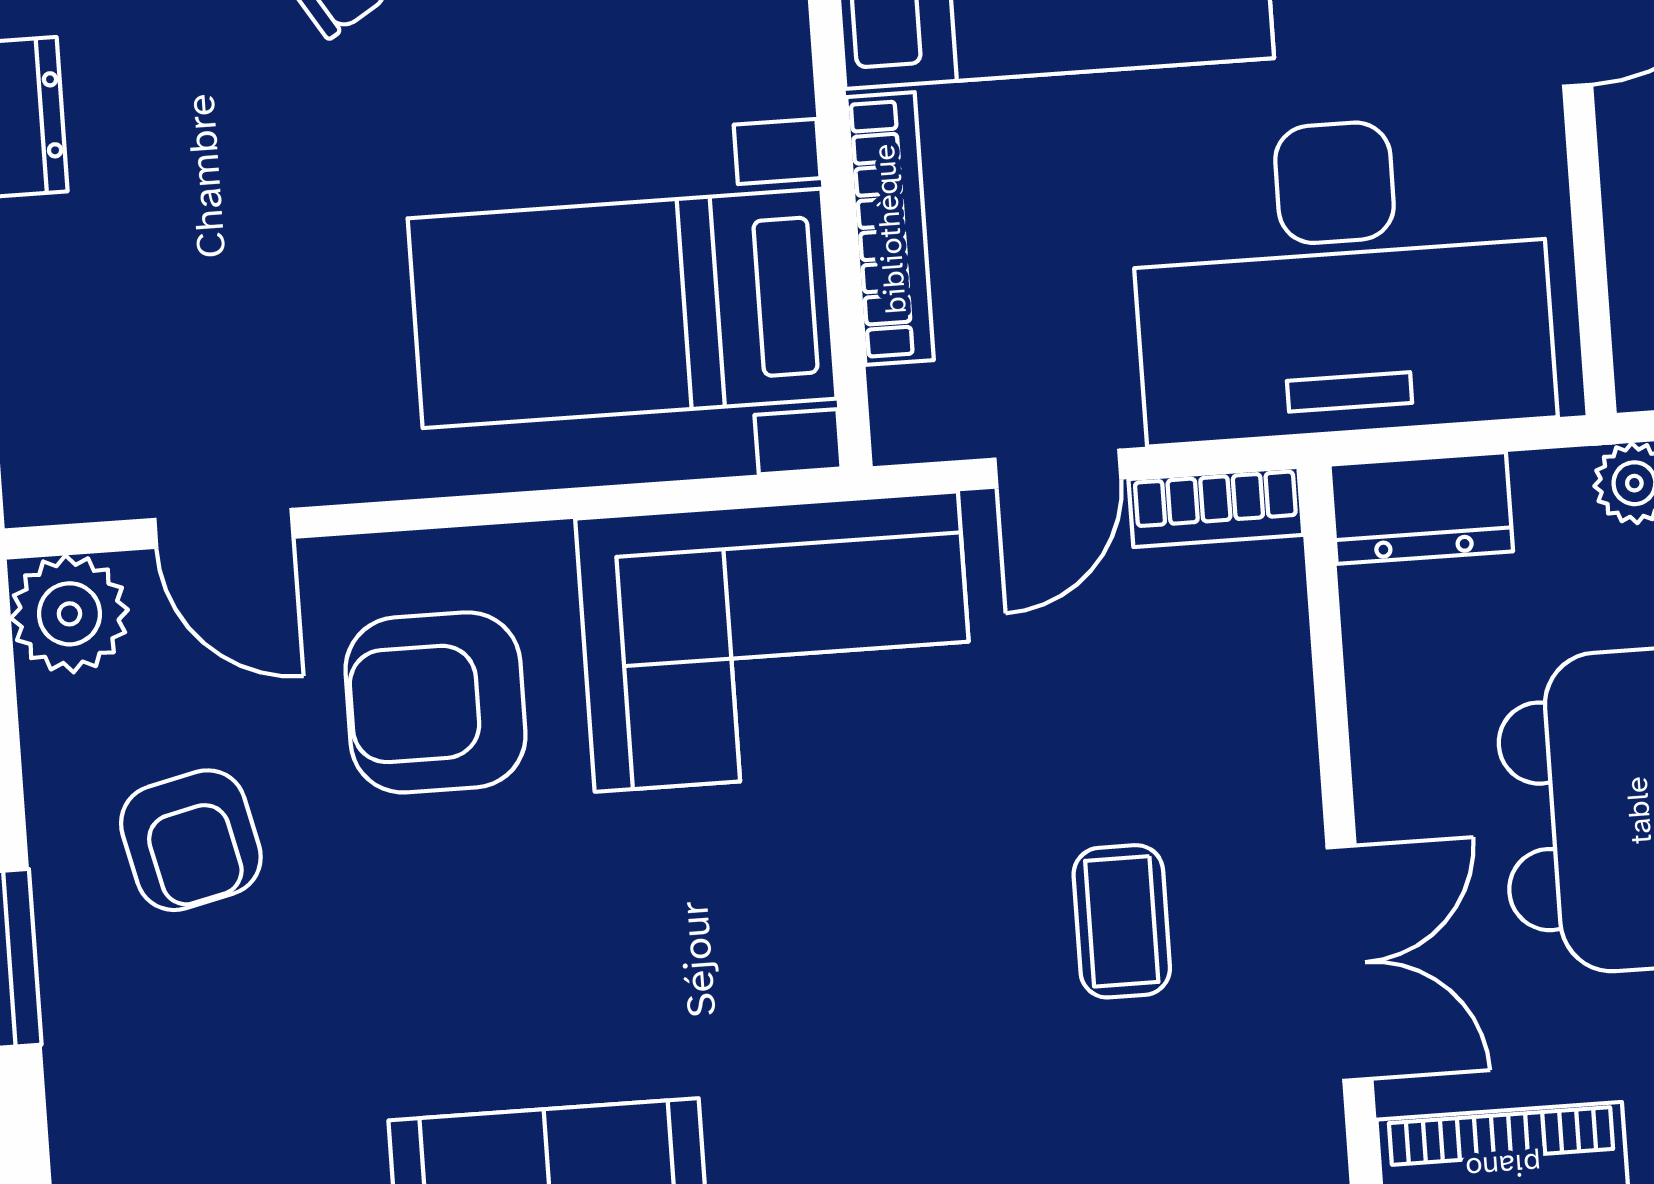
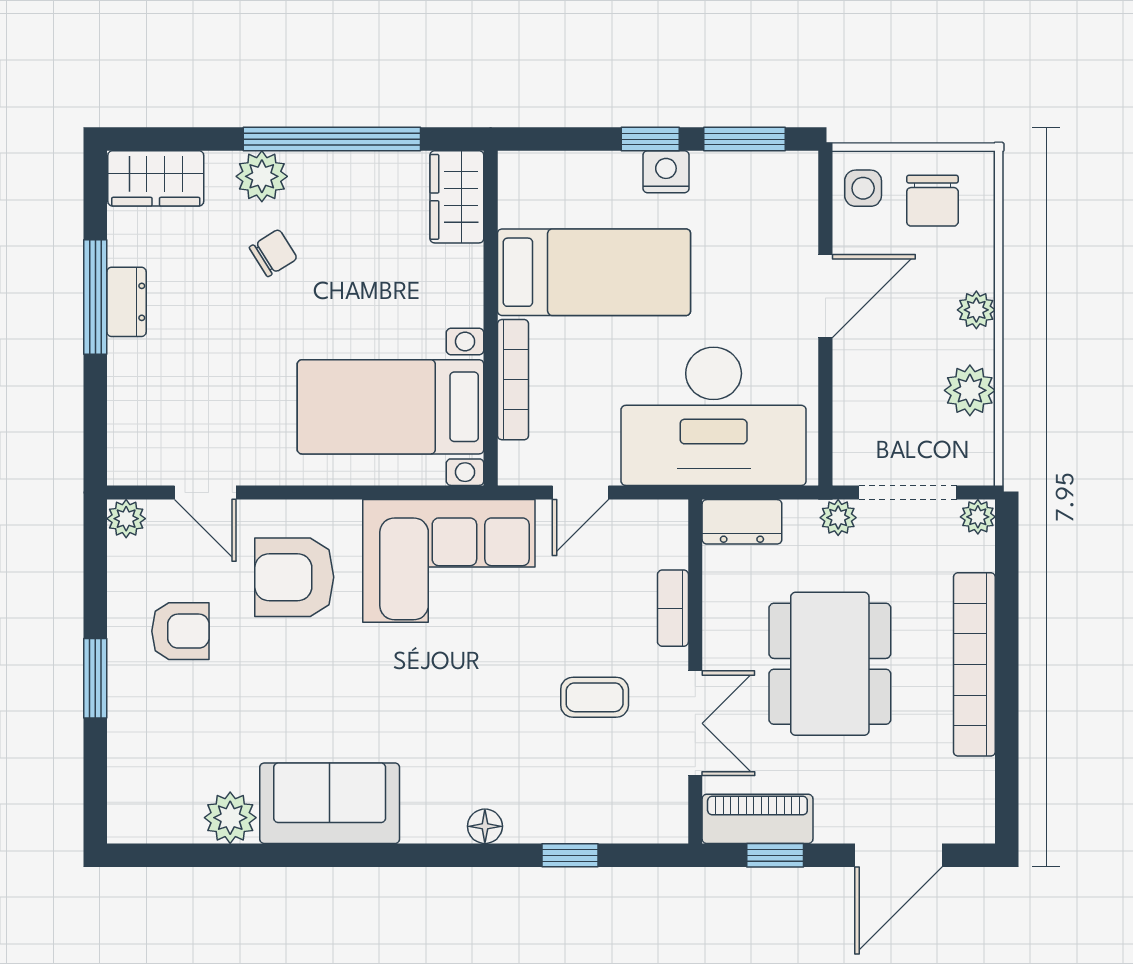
bookcase: (1216, 507) -> (673, 608), moved, turned 90
plant: (69, 614) -> (126, 519), width x0.73, depth x0.73
armchair: (191, 840) -> (180, 631), turned -77
coffee table: (1122, 921) -> (595, 697), turned 90

